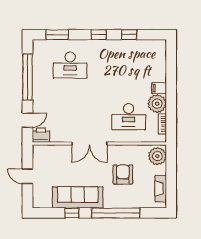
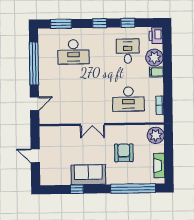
desk: (129, 65) -> (128, 51), added
plant: (157, 104) -> (154, 58), moved
printer: (41, 135) -> (156, 36), moved, turned -90
double door: (89, 144) -> (92, 125), width x0.73
sofa: (78, 197) -> (88, 175), width x0.73
window: (116, 213) -> (133, 188), moved

